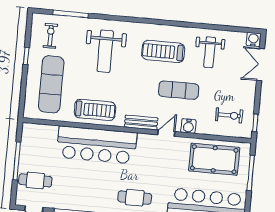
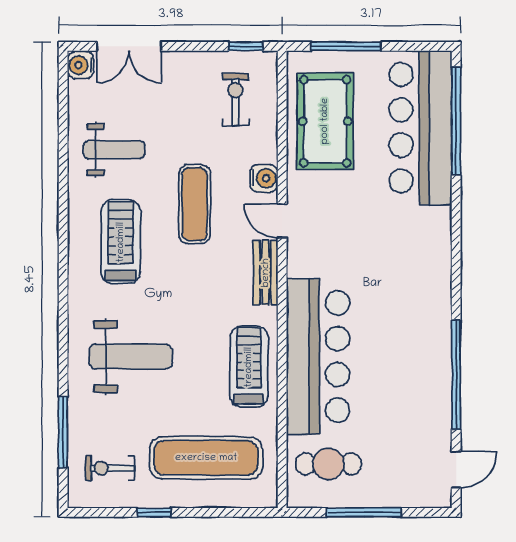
treadmill: (163, 51) -> (121, 242), turned 180
cafe table: (35, 180) -> (328, 464), moved, turned 90
cafe table: (135, 198) -> (416, 272), removed

